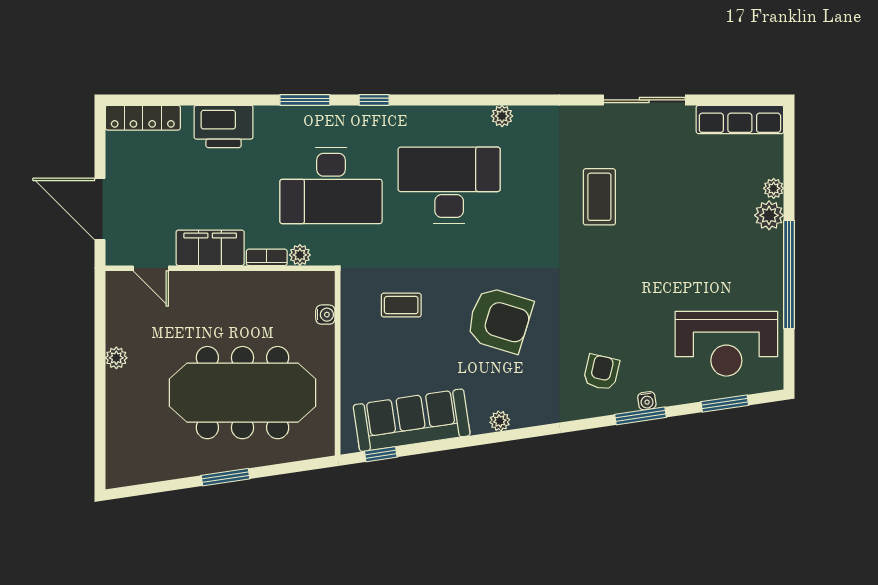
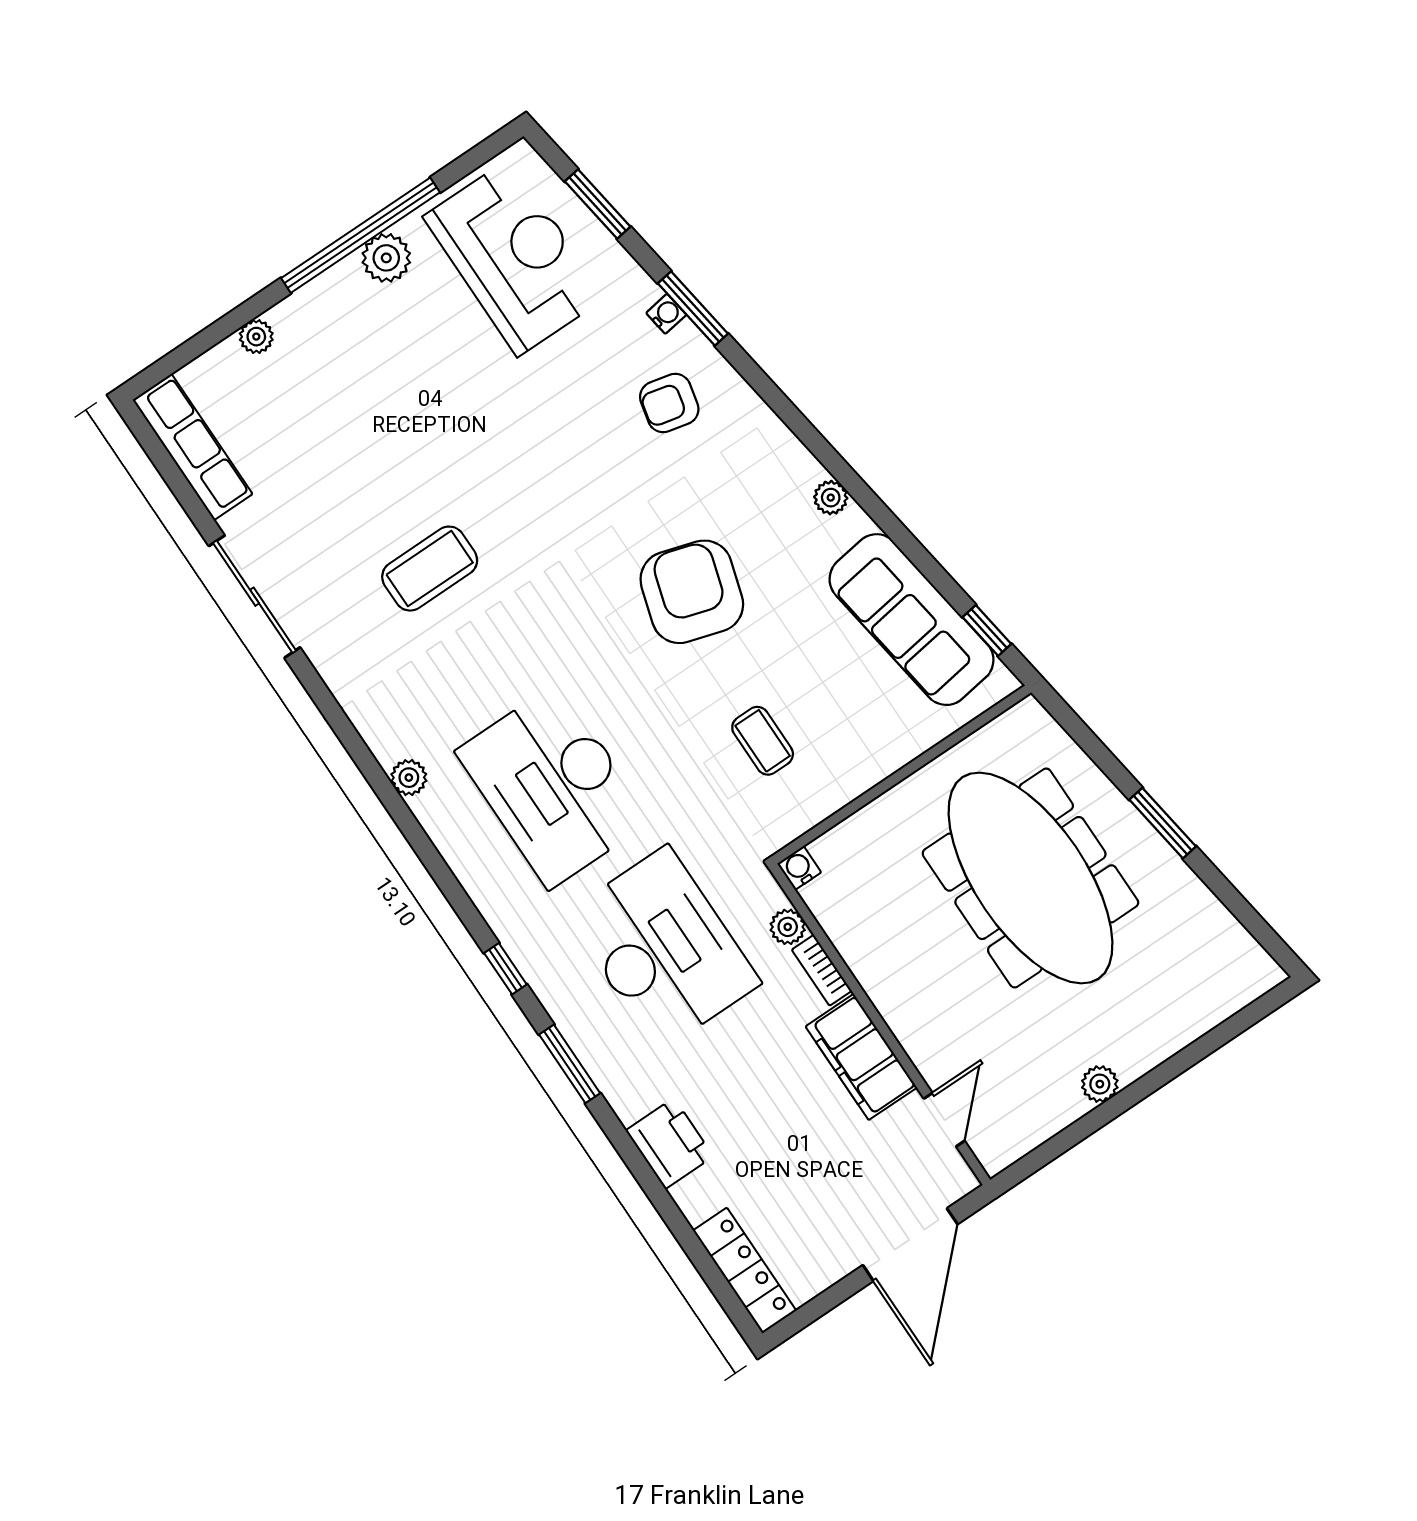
printer: (224, 126) -> (669, 1143), width x0.73, depth x0.84
plant: (769, 215) -> (386, 258), moved
water cooler: (325, 315) -> (799, 868), moved

